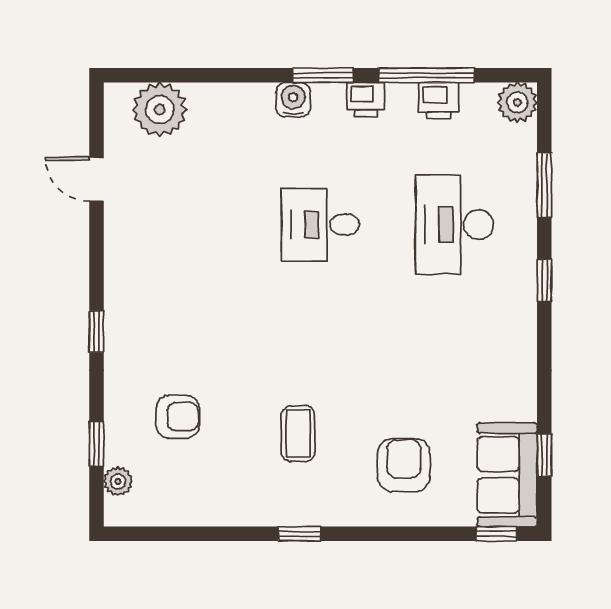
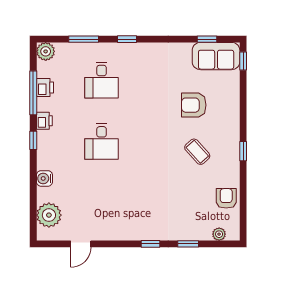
window: (323, 75) -> (33, 140), width x0.67
water cooler: (293, 100) -> (44, 178), moved
desk: (454, 225) -> (102, 80), width x0.73
armchair: (178, 417) -> (226, 198), moved
coffee table: (298, 434) -> (197, 152), turned 48
window: (96, 444) -> (188, 244), moved
armchair: (404, 465) -> (194, 105), moved

